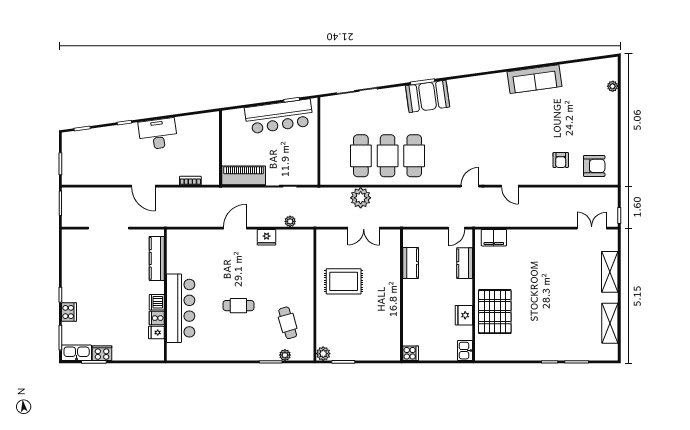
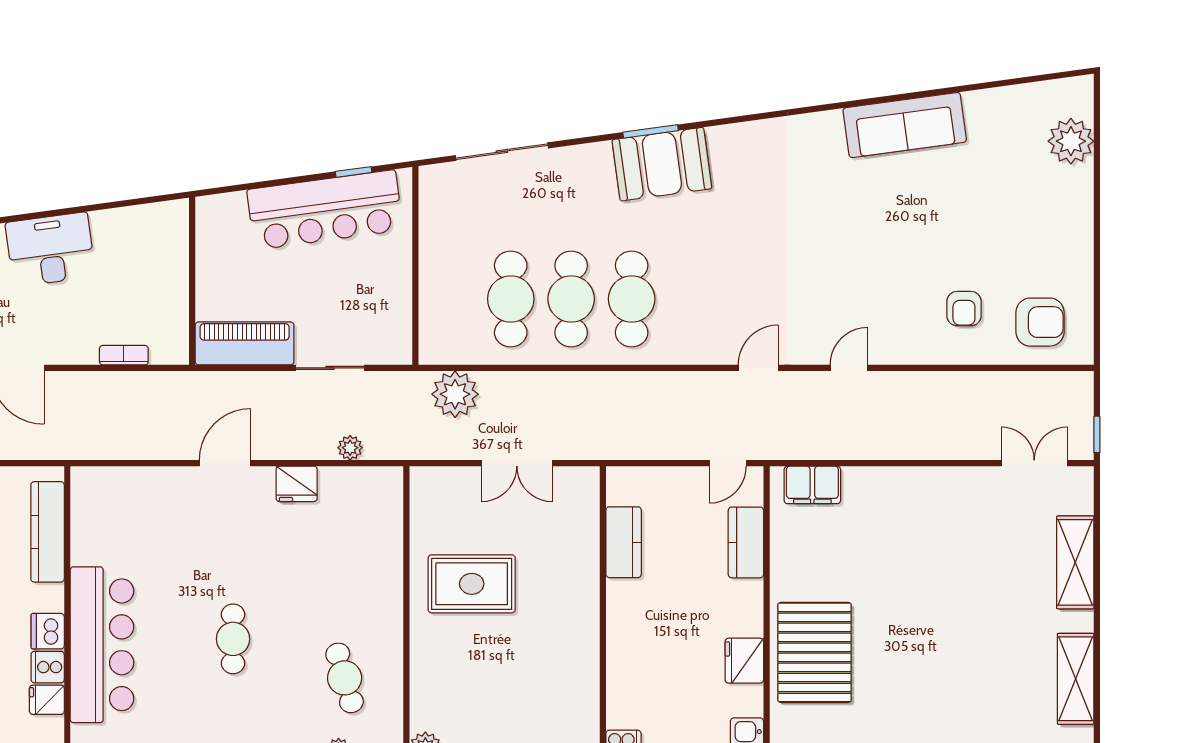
plant: (613, 86) -> (1071, 141), width x1.88, depth x1.88
door: (510, 186) -> (849, 368), swing flipped
plant: (361, 198) -> (455, 394), moved
cafe table: (238, 306) -> (233, 639), turned 90

